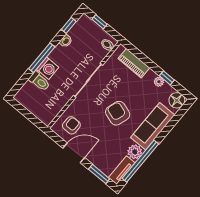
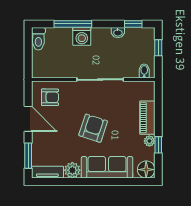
window: (42, 58) -> (73, 24), moved
piano: (134, 63) -> (147, 118), moved
toilet: (39, 81) -> (38, 39), moved
window: (140, 161) -> (69, 182), removed

